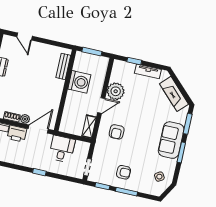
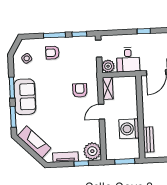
plant: (116, 91) -> (92, 151), moved
plant: (83, 148) -> (108, 66), added
armchair: (124, 172) -> (52, 53), moved

